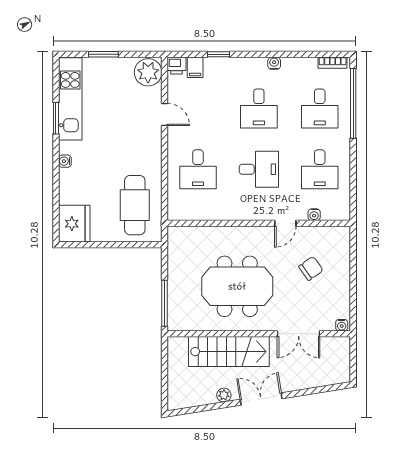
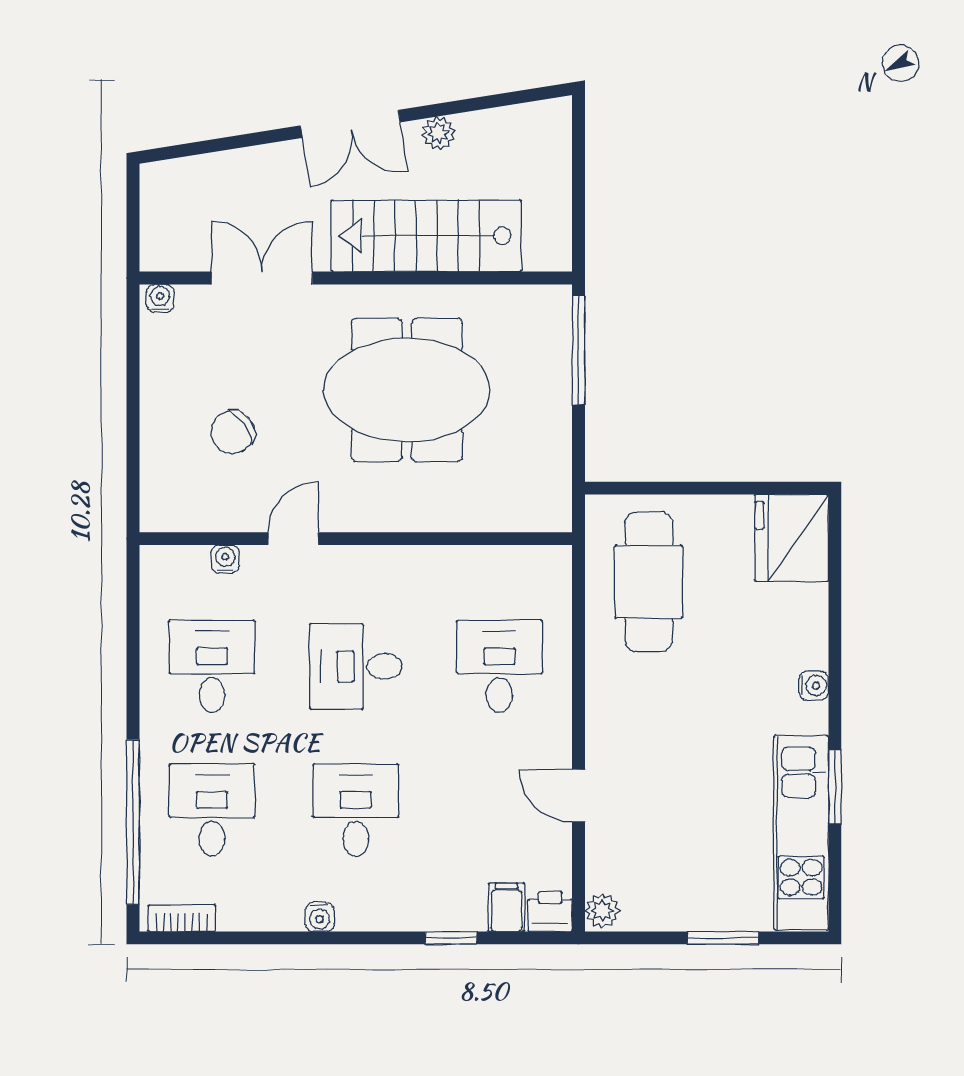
plant: (148, 72) -> (602, 911), width x0.53, depth x0.53

